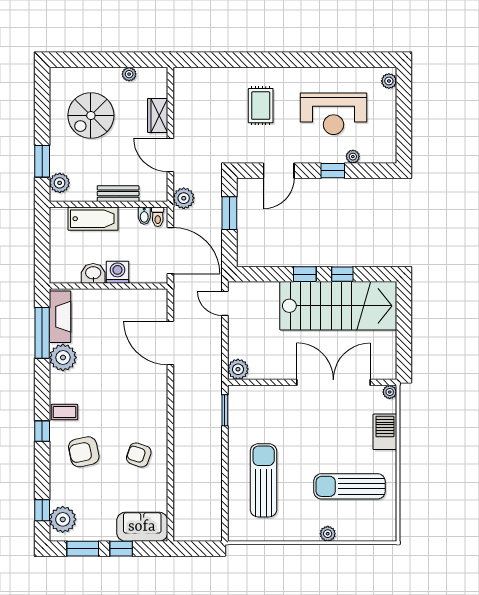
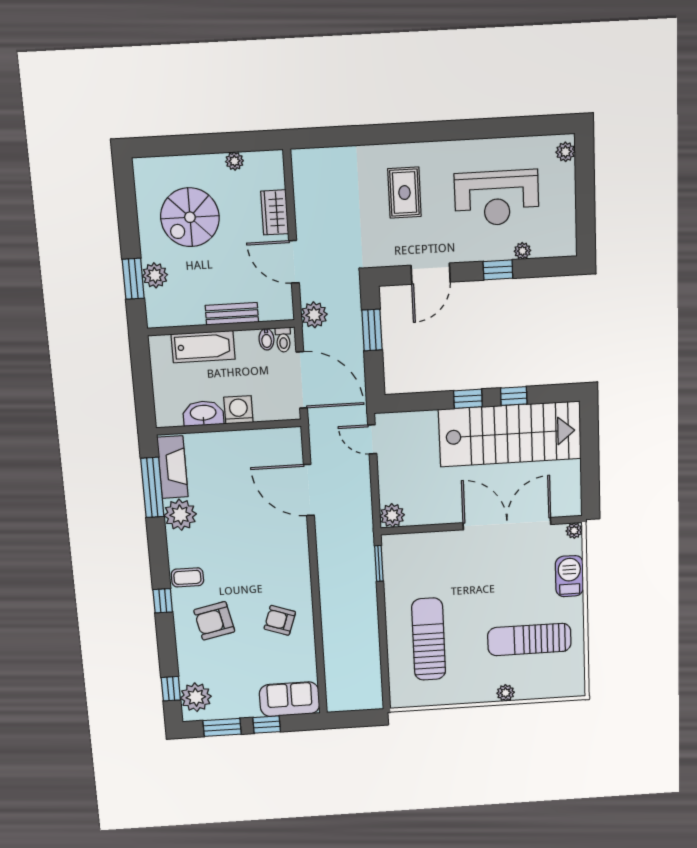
plant: (60, 183) -> (155, 275), moved
washbasin: (93, 273) -> (203, 413), width x1.38

